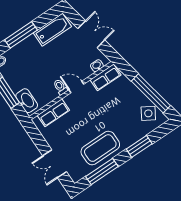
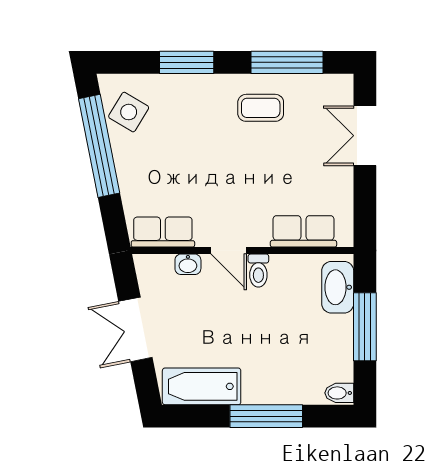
washbasin: (97, 66) -> (188, 264), moved
coffee table: (100, 148) -> (261, 108), width x0.54, depth x0.58
double door: (55, 164) -> (365, 136), swing flipped

